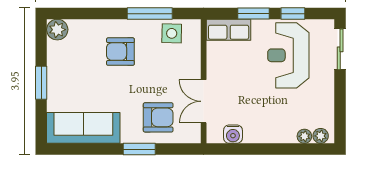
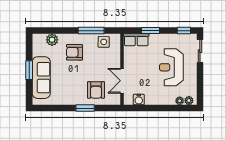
window: (293, 14) -> (184, 31), moved
plant: (57, 30) -> (52, 40), moved
reception desk: (288, 55) -> (171, 67), moved
armchair: (158, 117) -> (96, 90), turned 90
sofa: (83, 128) -> (41, 78), moved, turned 90

